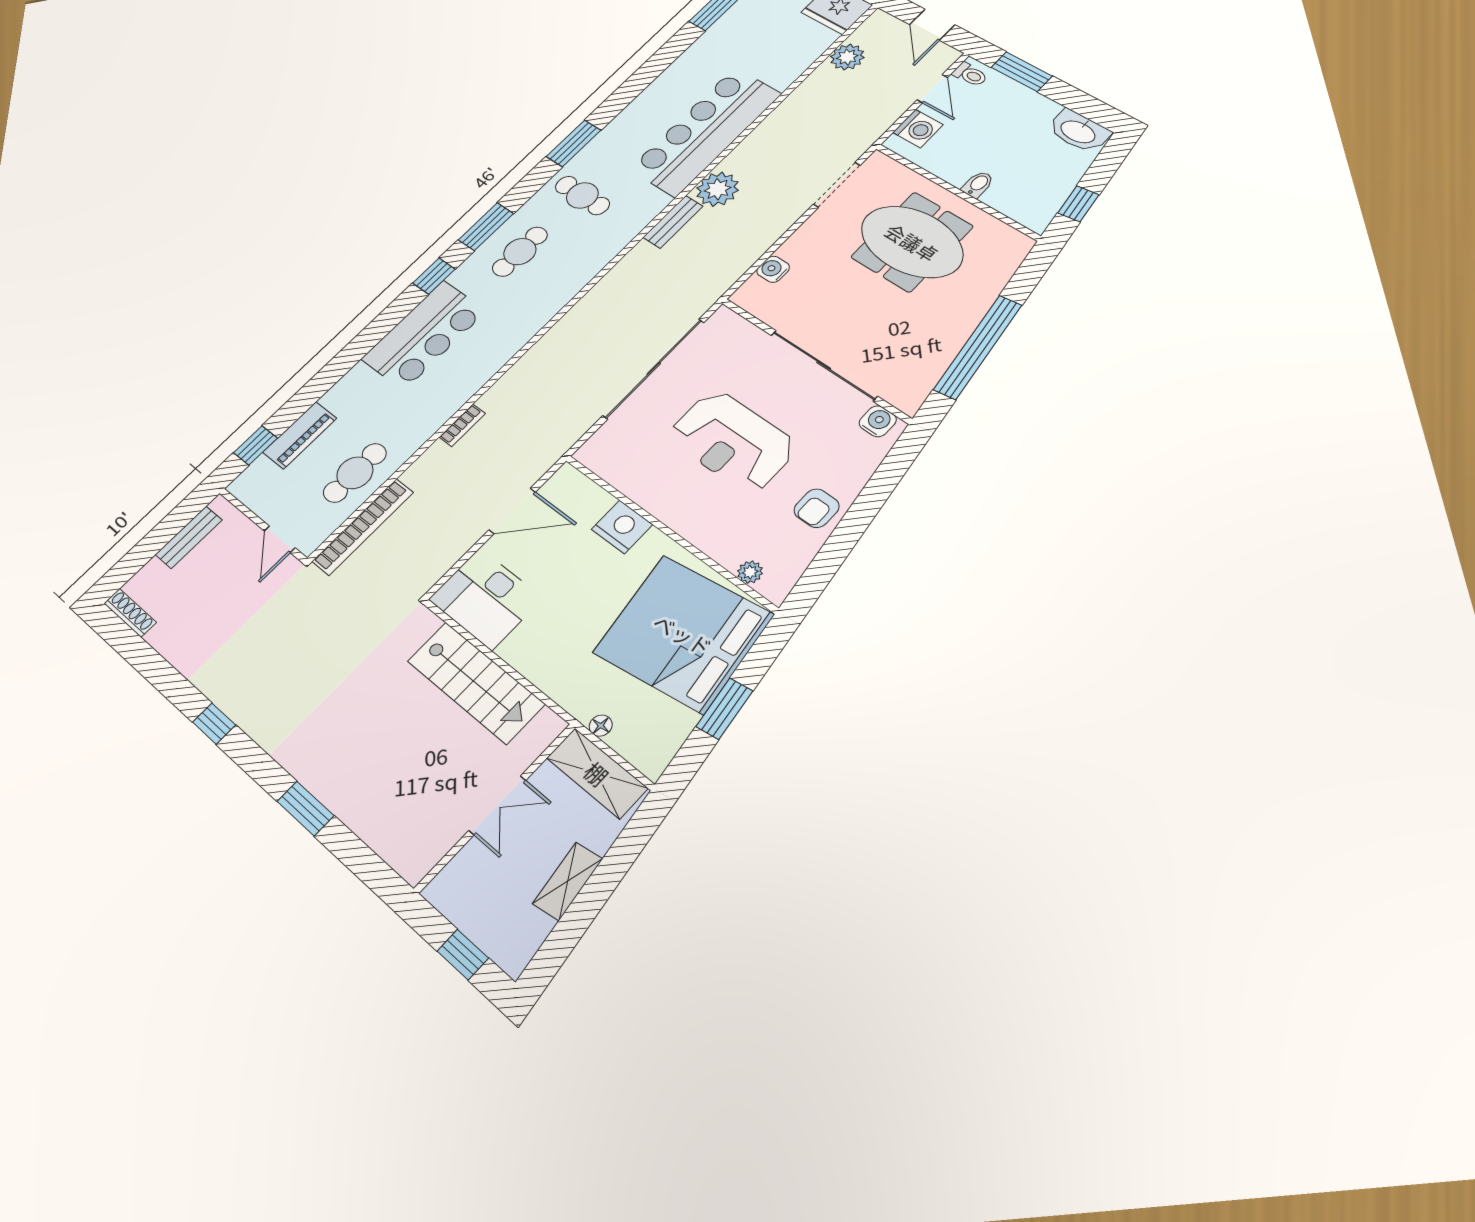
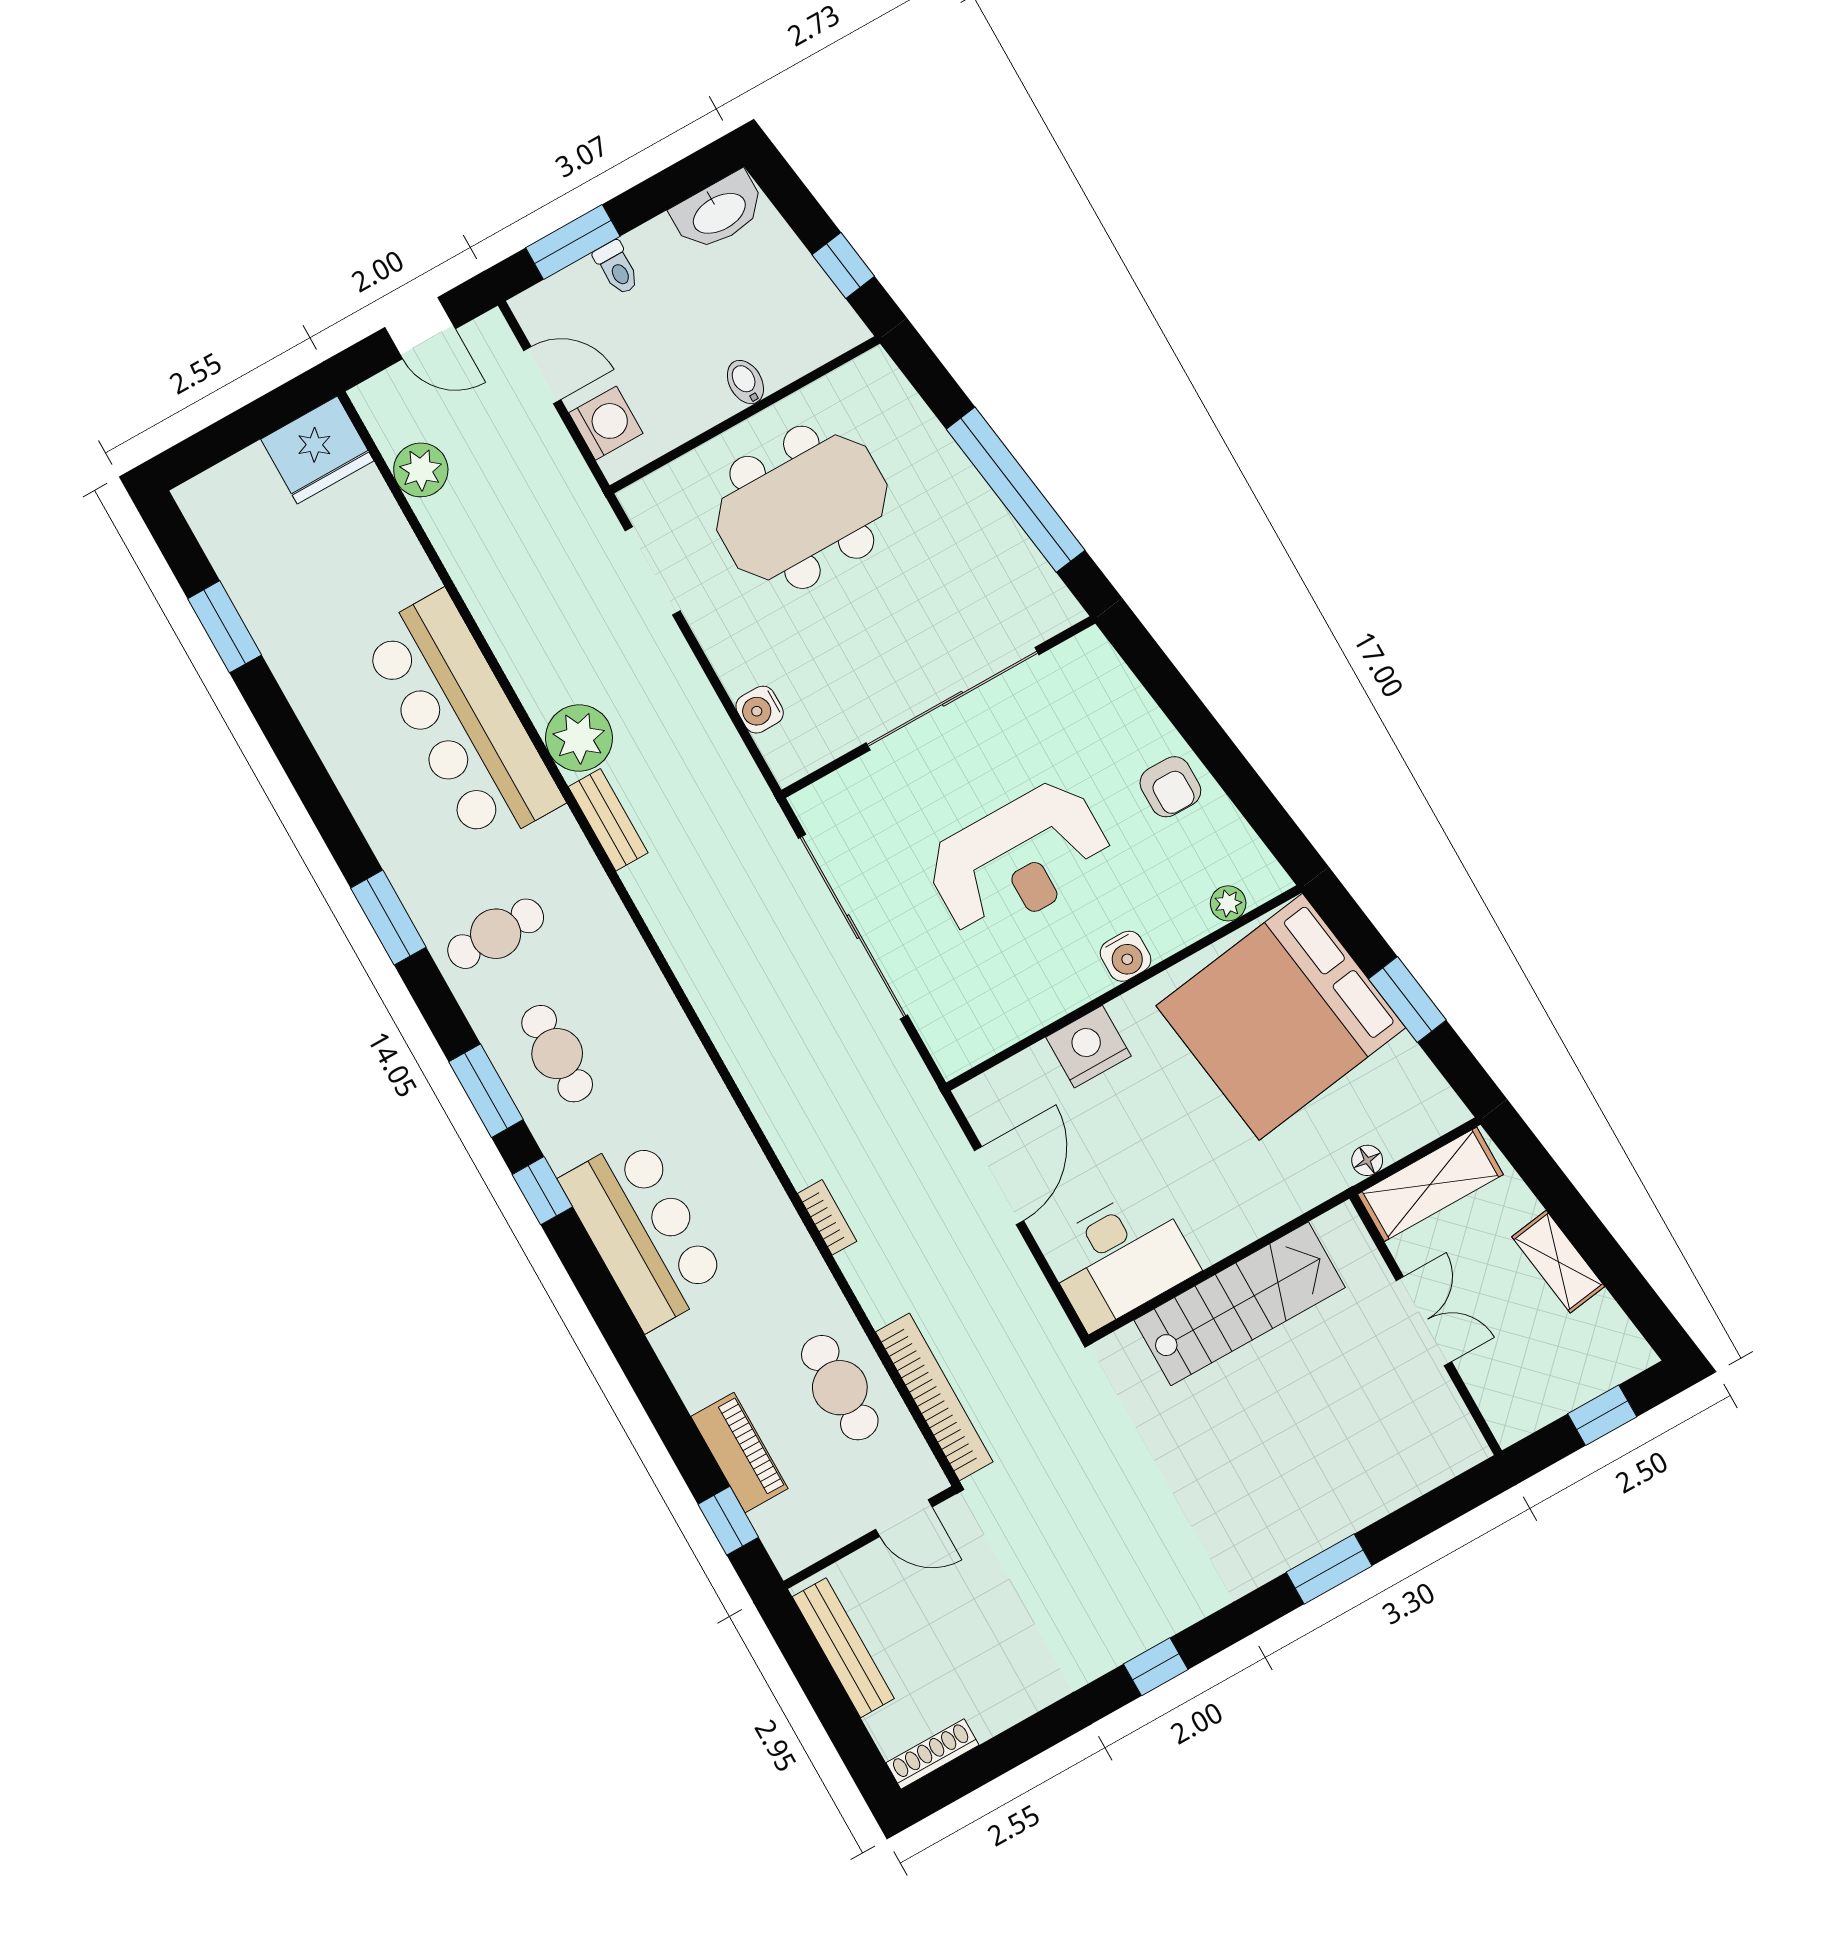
toilet: (970, 75) -> (617, 268), moved, turned 90
water cooler: (878, 421) -> (1126, 956), moved, turned 180
bench: (189, 537) -> (843, 1648), width x1.36

